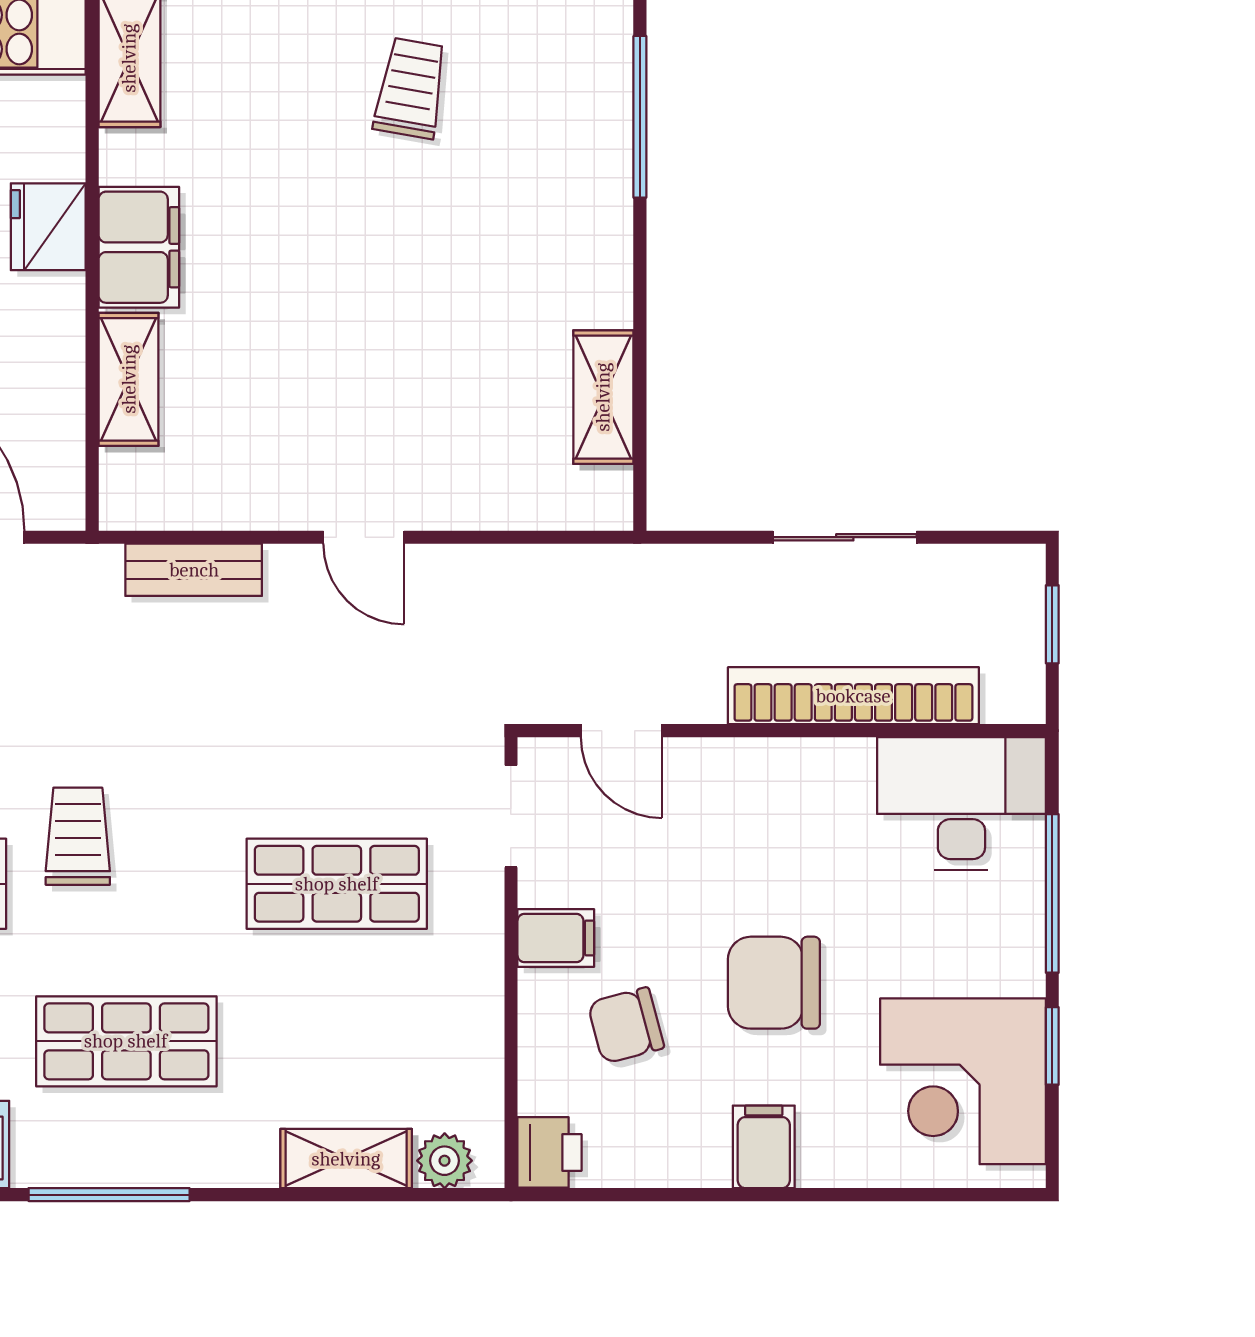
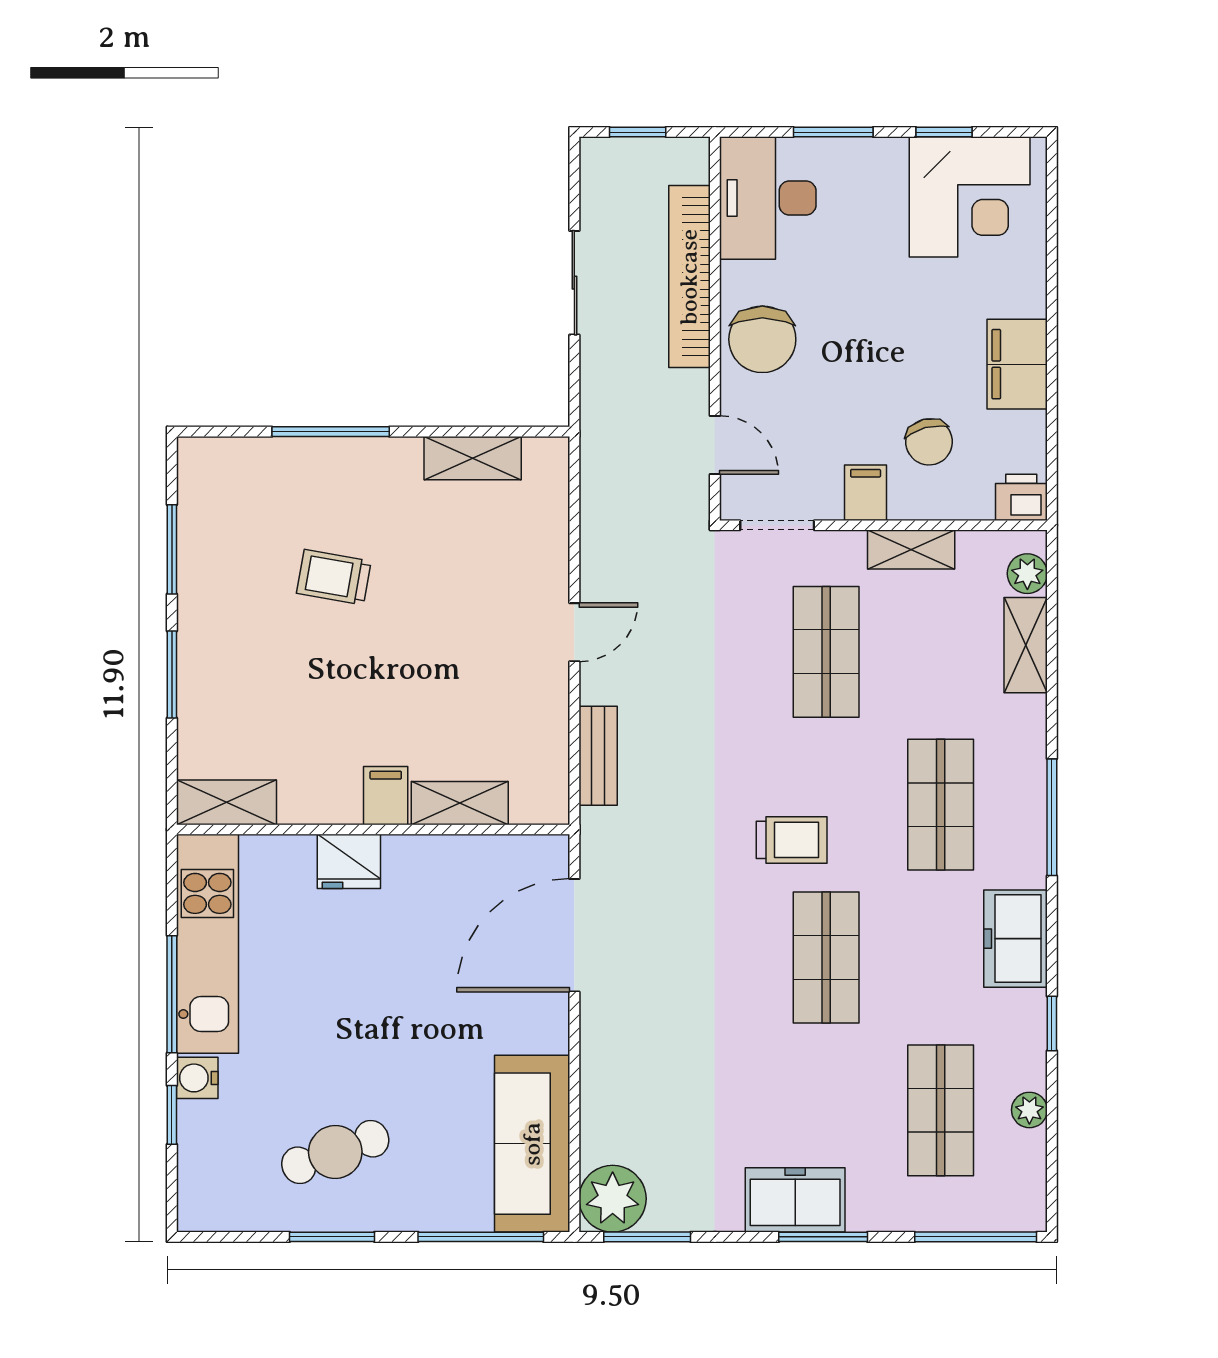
trolley: (411, 88) -> (334, 577), moved
window: (640, 117) -> (331, 432), moved
filing cabinet: (139, 247) -> (386, 796), width x0.50
door: (621, 731) -> (715, 445), hinge flipped
trolley: (78, 836) -> (792, 840), turned 180
window: (1052, 893) -> (833, 132), width x0.69
chair: (774, 983) -> (762, 339), moved
shelving: (478, 1001) -> (911, 550), added
filing cabinet: (764, 1147) -> (1017, 364), width x2.00

